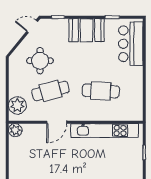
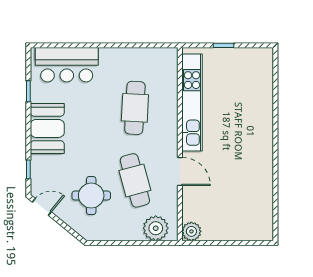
door: (32, 26) -> (42, 207), swing flipped

